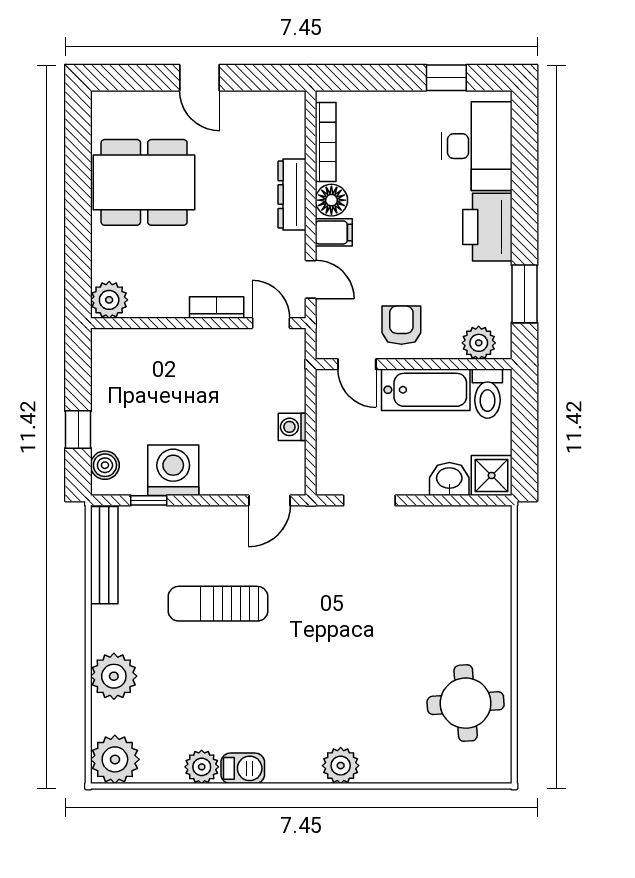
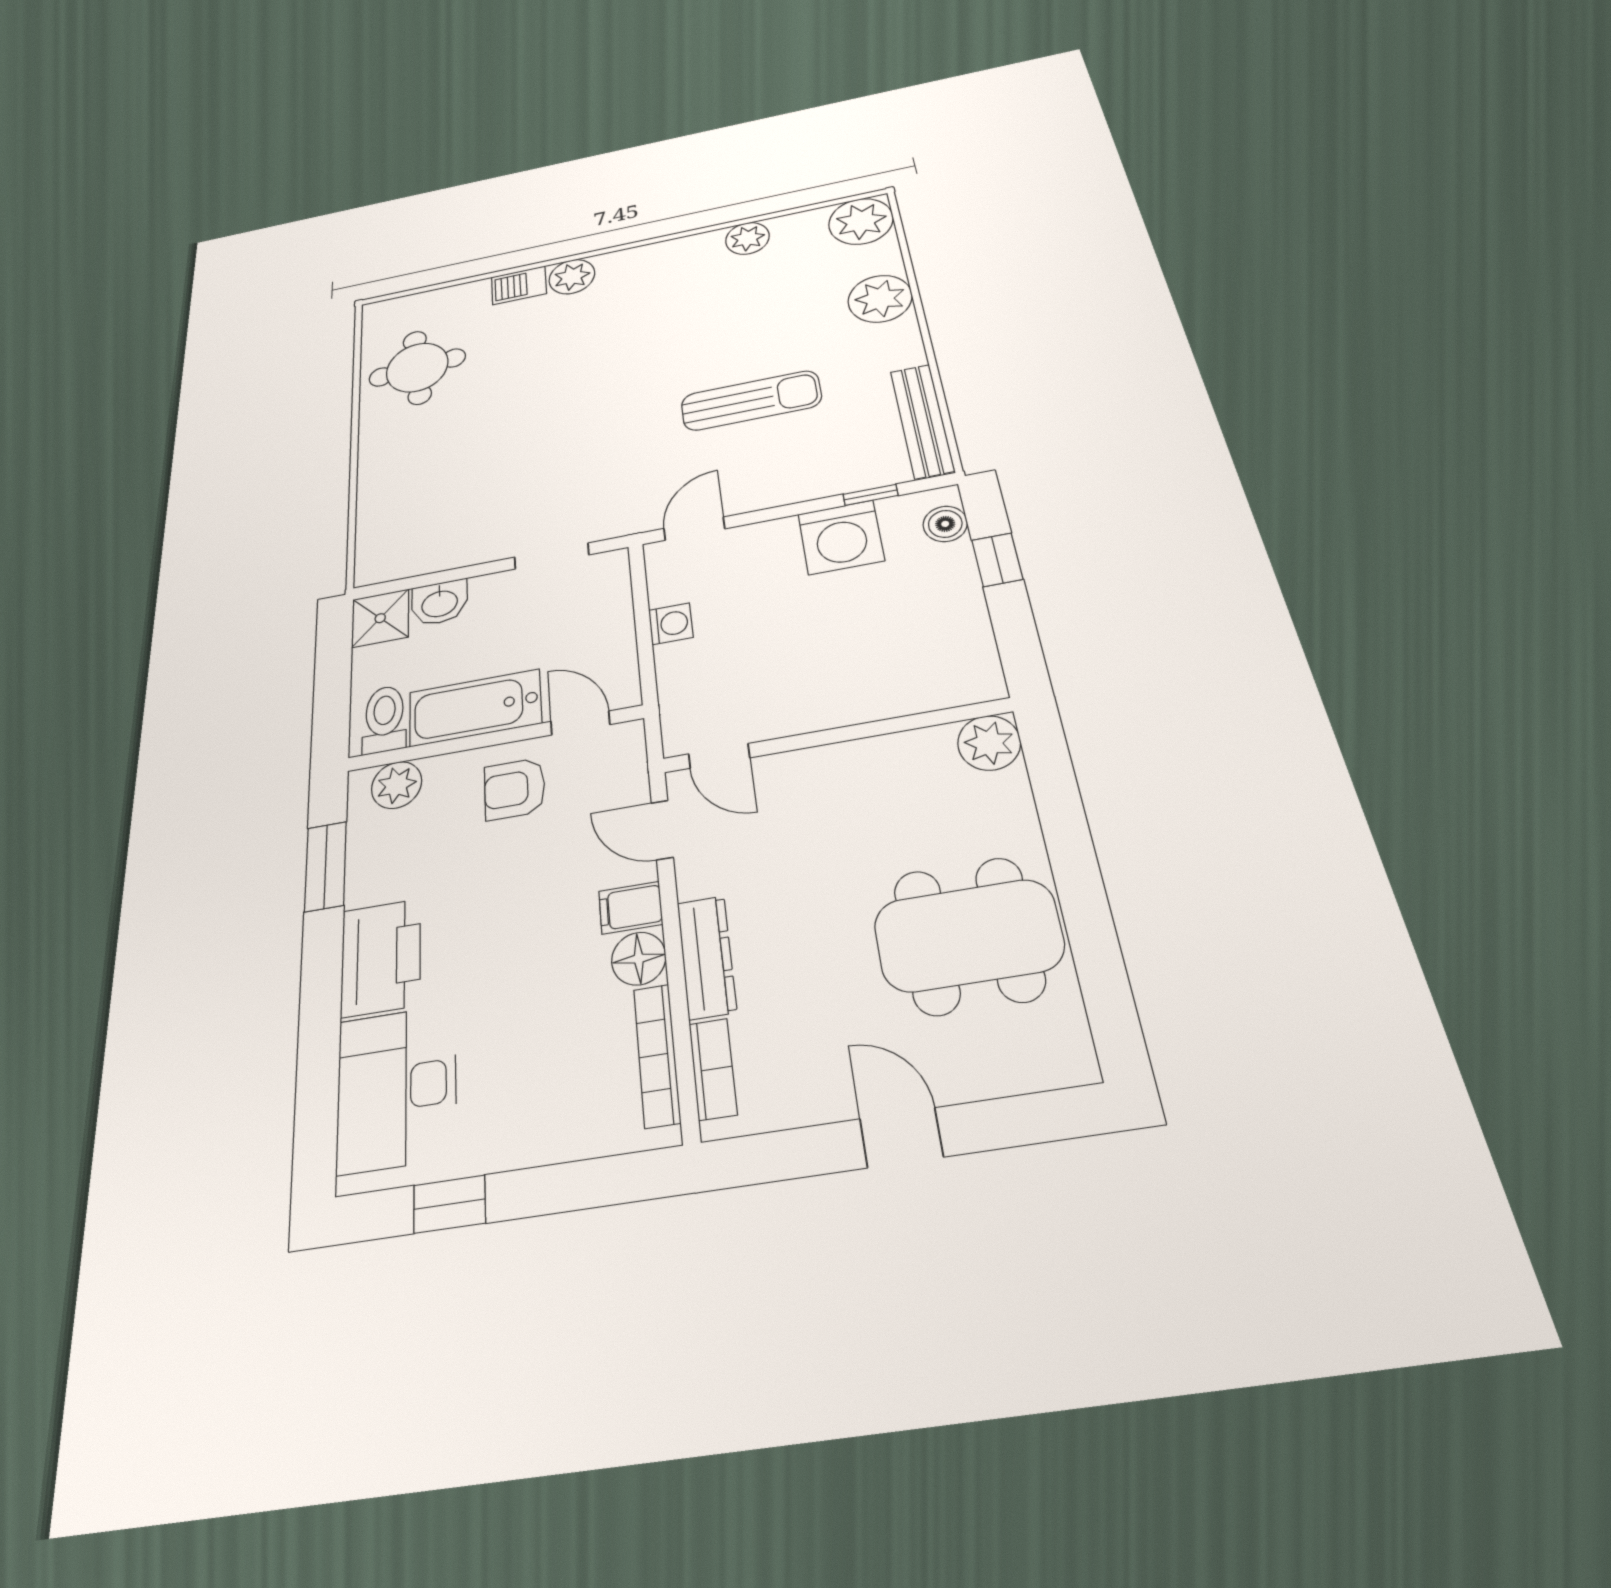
bookcase: (217, 307) -> (713, 1069), moved, turned -90
armchair: (401, 325) -> (515, 789), turned 90
barbecue: (243, 768) -> (519, 285), moved

